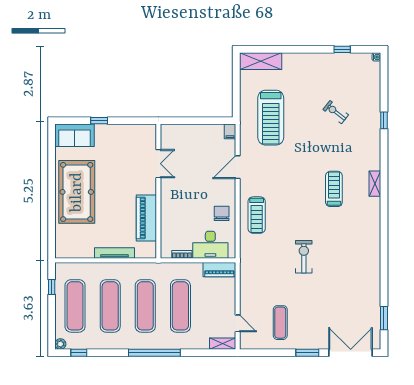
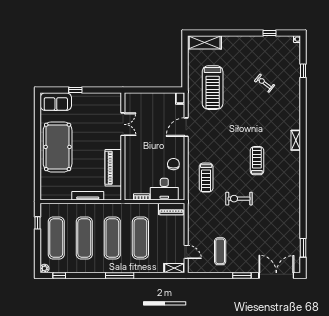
window: (384, 120) -> (303, 71), moved
treadmill: (334, 189) -> (257, 161), moved
treadmill: (257, 215) -> (206, 177), moved
exercise bike: (304, 257) -> (239, 199), turned -90
window: (154, 353) -> (120, 275), width x0.68

